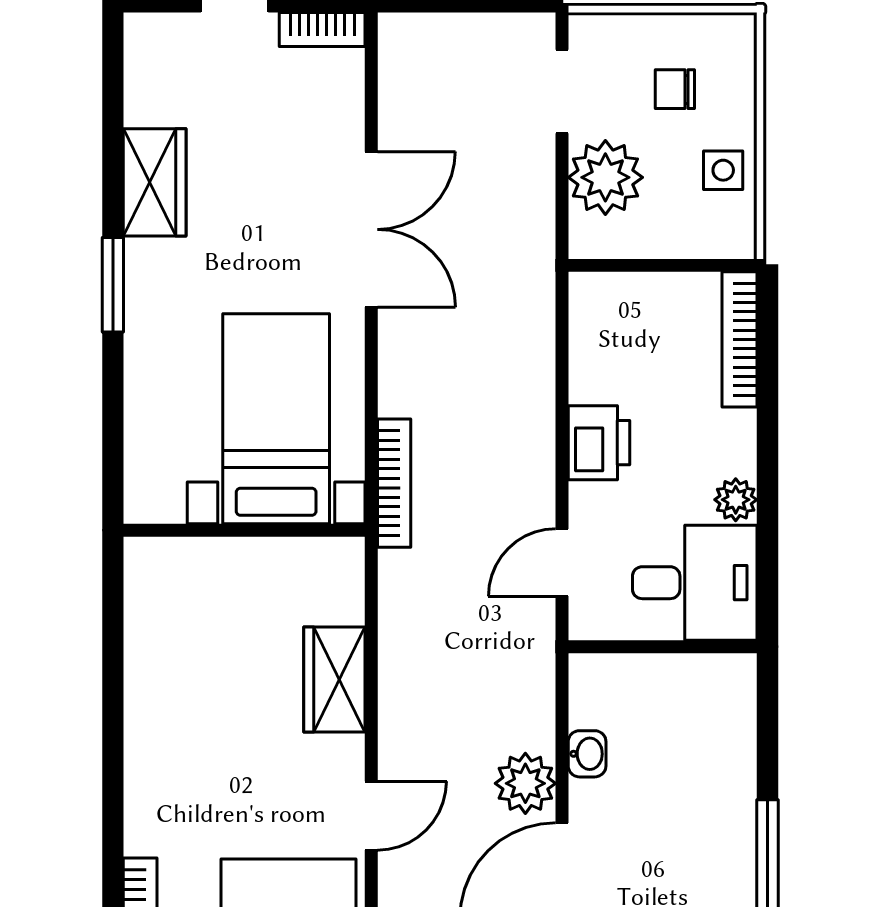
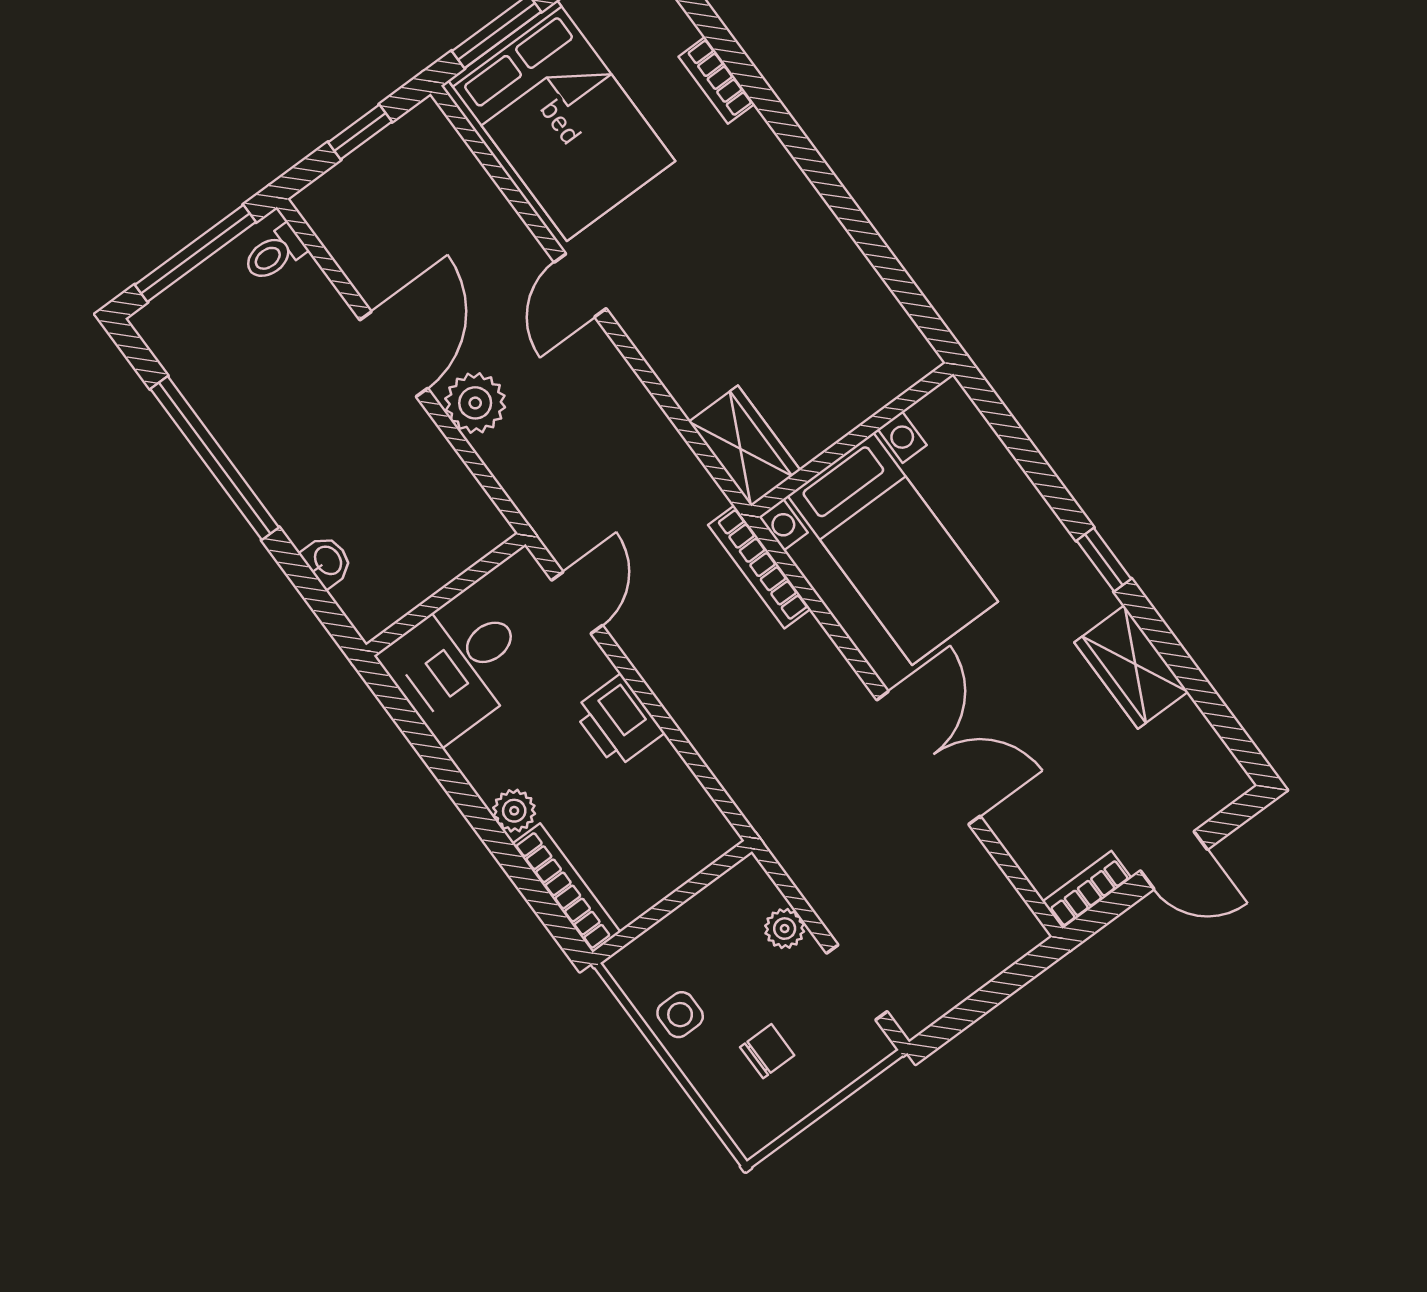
plant: (605, 177) -> (785, 929), width x0.53, depth x0.53
double door: (371, 229) -> (929, 758), swing flipped
window: (113, 285) -> (1104, 560), width x0.67
plant: (736, 500) -> (514, 811), moved
wardrobe: (334, 679) -> (744, 446), moved
washbasin: (587, 754) -> (327, 561), moved, turned 180

